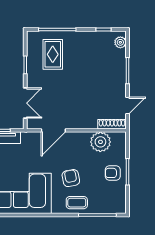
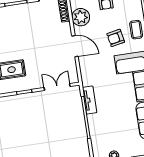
door: (53, 130) -> (75, 46), moved

